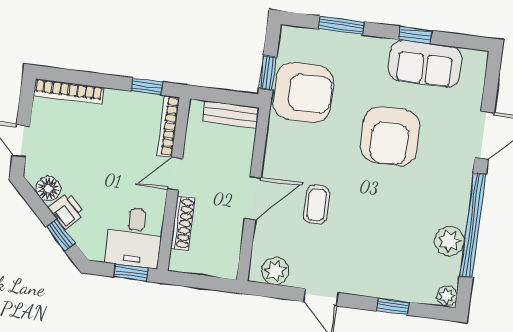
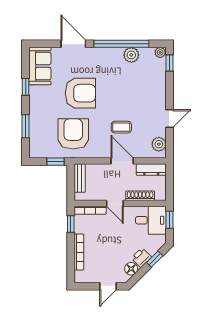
sofa: (425, 64) -> (40, 66), moved
bookcase: (69, 92) -> (79, 252), moved
armchair: (303, 93) -> (73, 134), moved
dresser: (230, 250) -> (151, 169), added
window: (393, 307) -> (169, 63), moved

